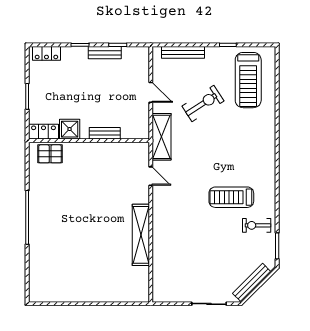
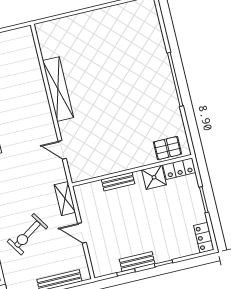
locker: (46, 53) -> (204, 238), moved, turned -90
shelving: (162, 137) -> (65, 199), width x0.67, depth x0.75

